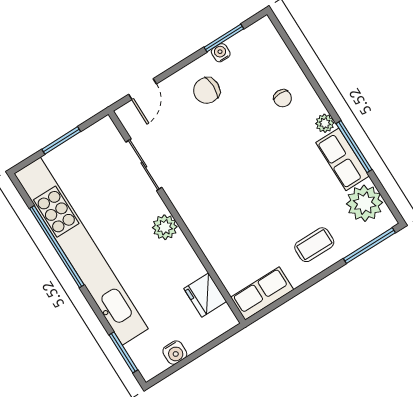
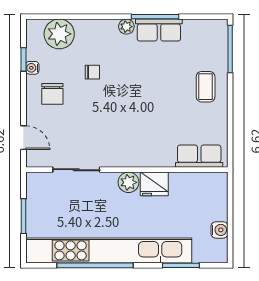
window: (224, 38) -> (23, 59), width x0.67
chair: (283, 98) -> (92, 72), moved
plant: (365, 203) -> (59, 34), moved
row of seats: (262, 293) -> (199, 156), moved, turned 90
fridge: (205, 295) -> (154, 184), moved
window: (123, 352) -> (181, 265), moved

